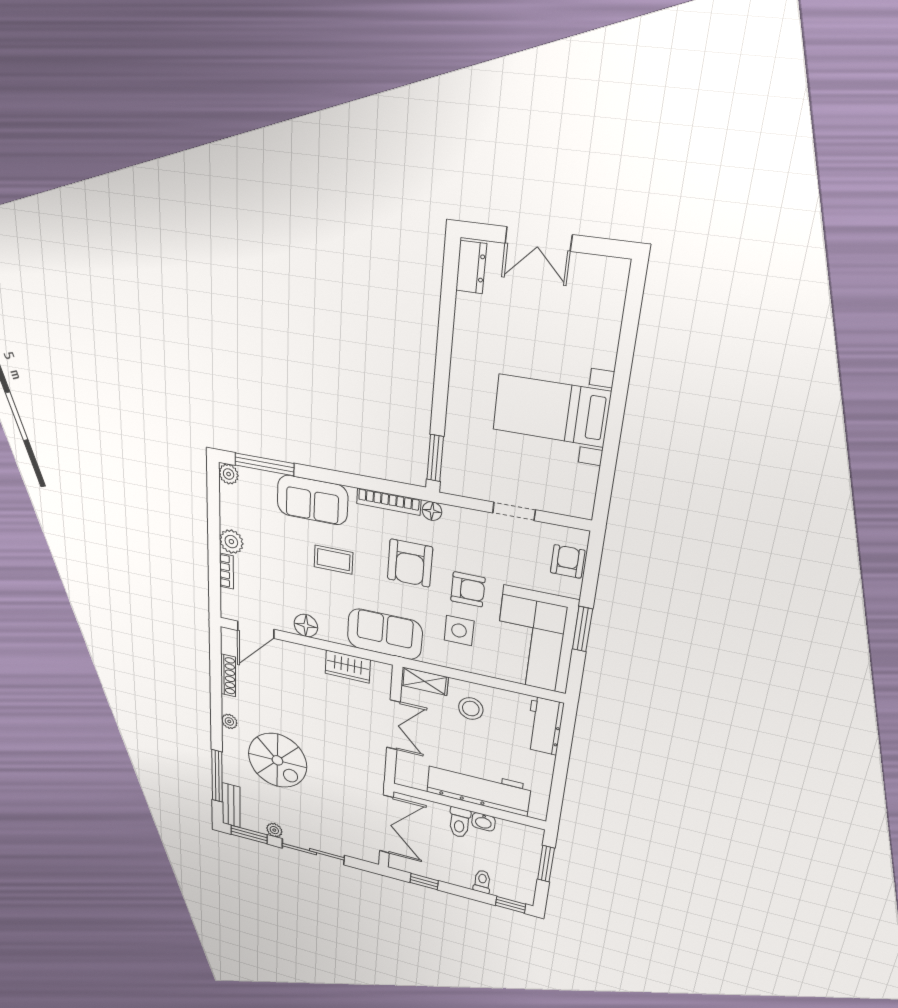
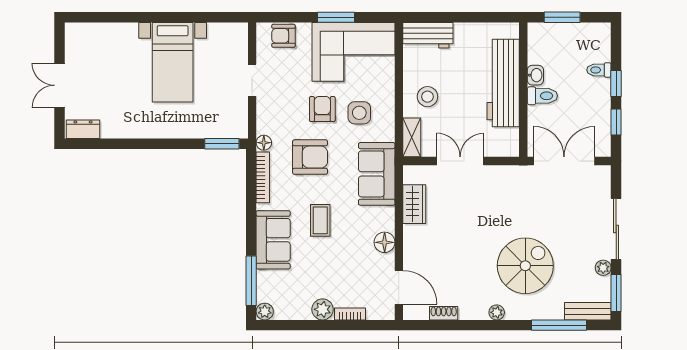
double door: (538, 239) -> (59, 85), swing flipped
shoe rack: (228, 675) -> (444, 313), width x0.70
window: (511, 905) -> (616, 84), moved

